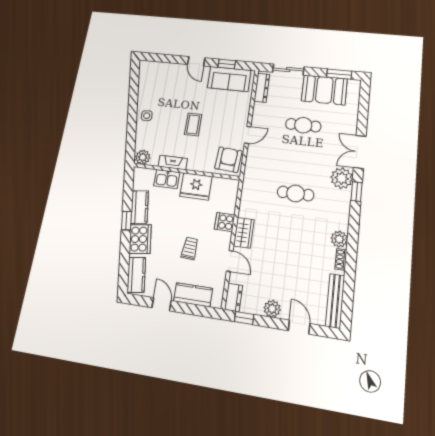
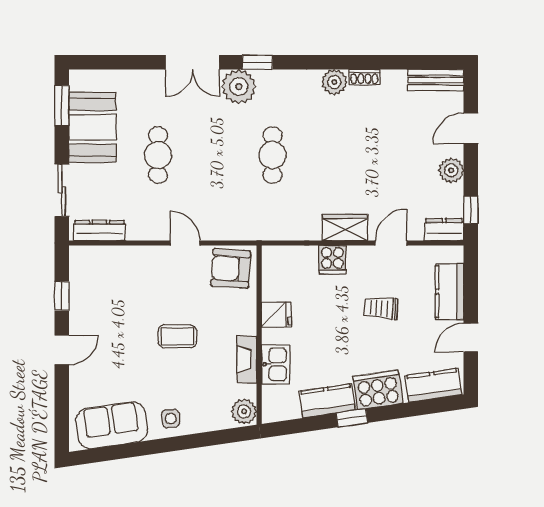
sofa: (229, 79) -> (112, 425), moved, turned -98
fridge: (196, 186) -> (276, 314), width x0.53, depth x0.75
bench: (335, 301) -> (436, 80), width x0.73

